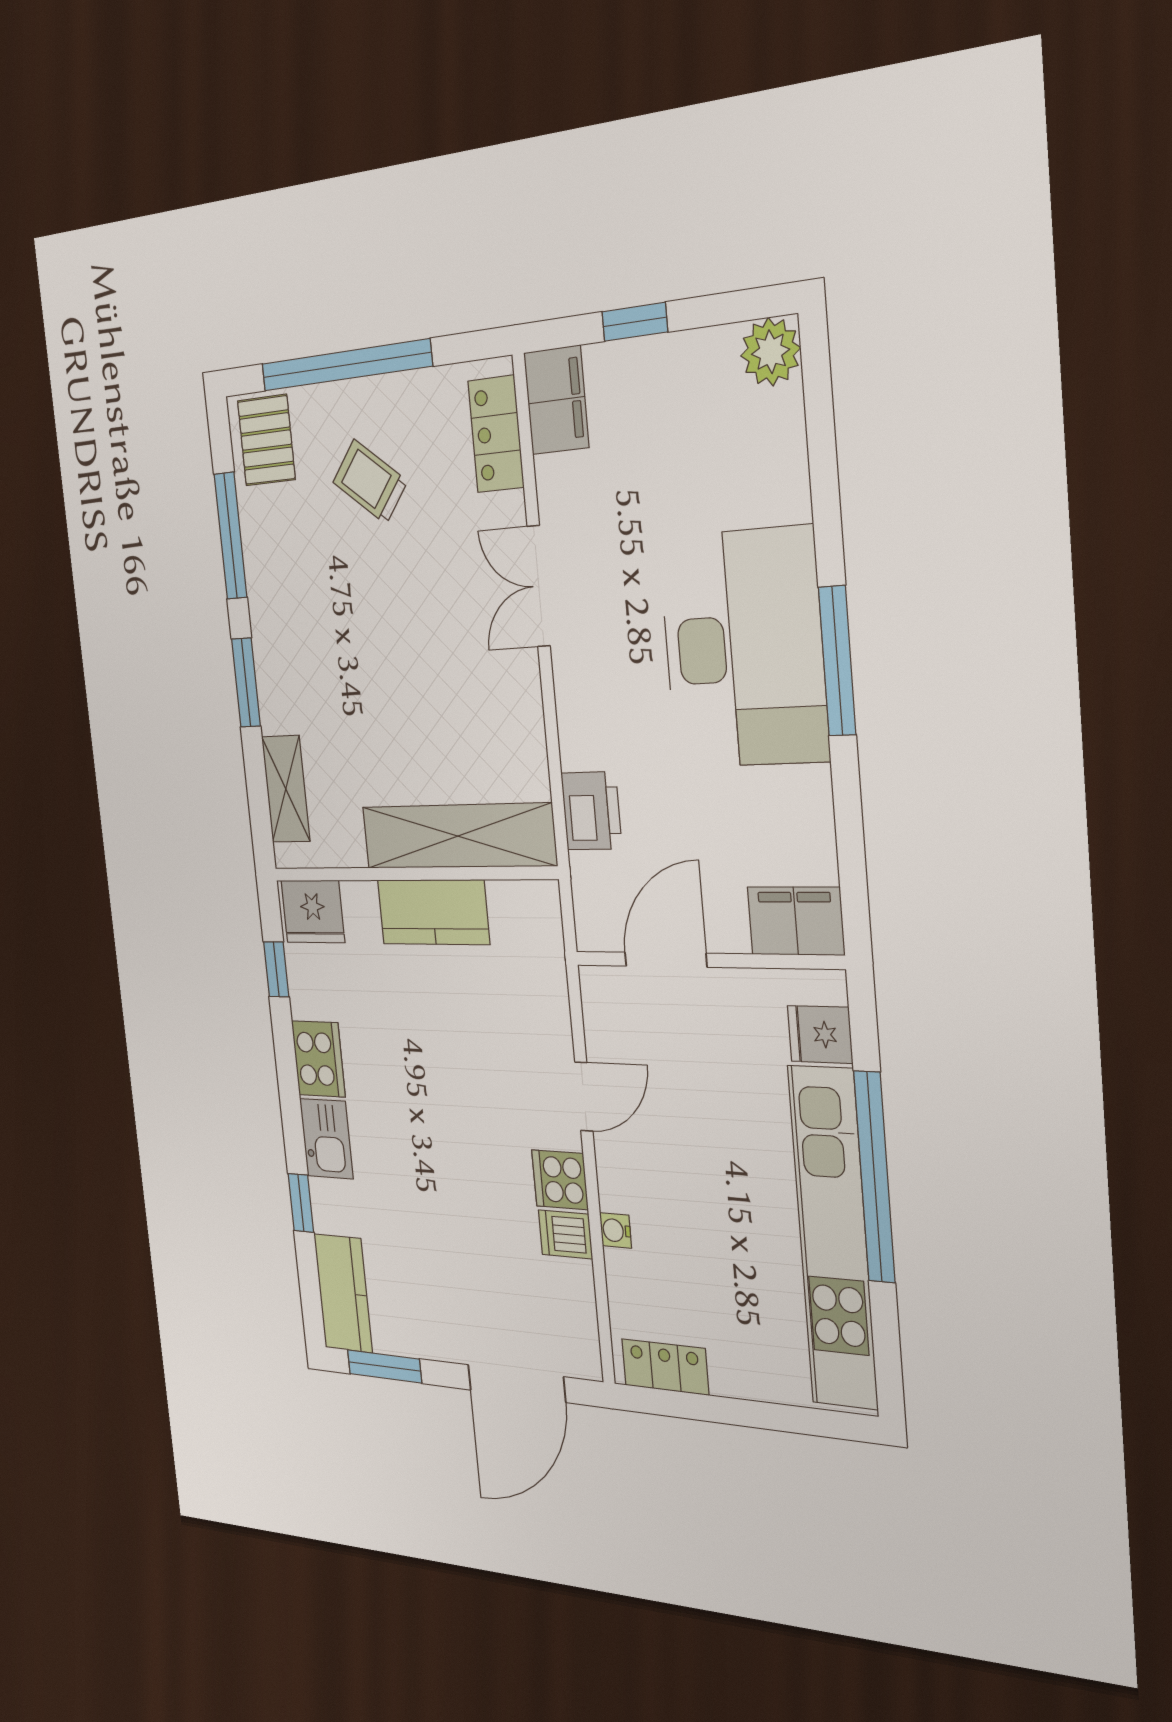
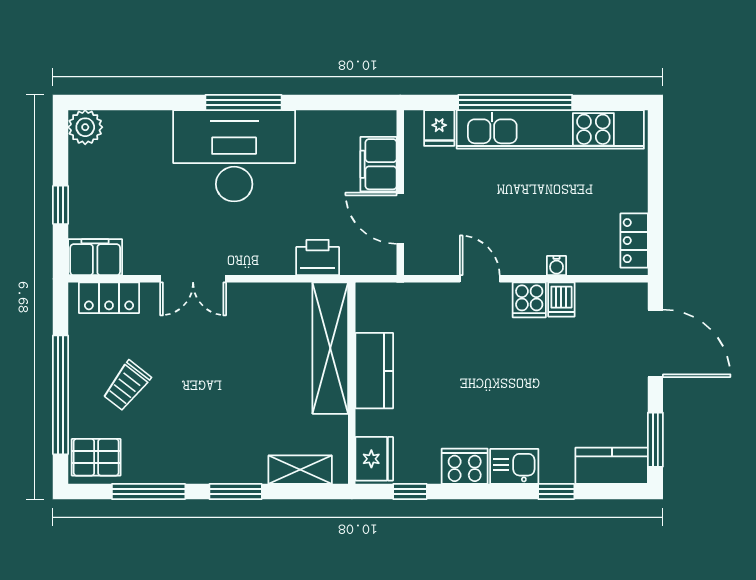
filing cabinet: (796, 921) -> (378, 164), moved

